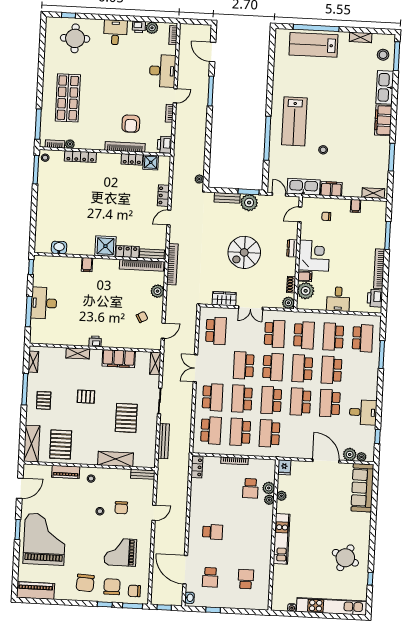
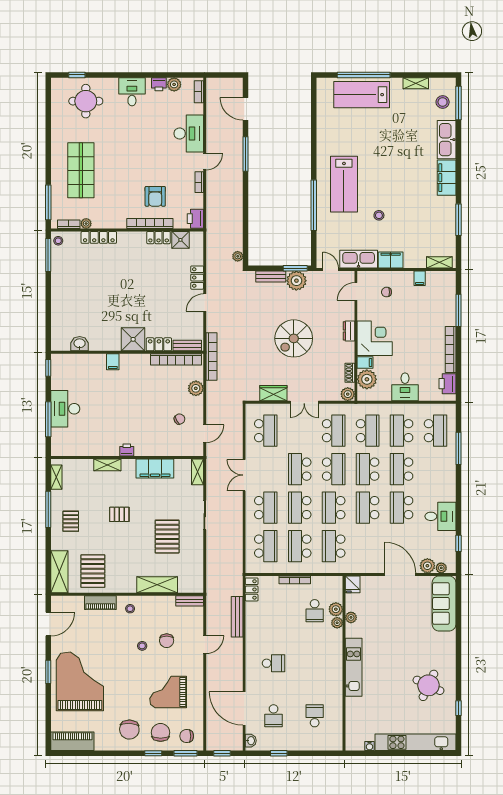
bench: (164, 441) -> (237, 617), moved

